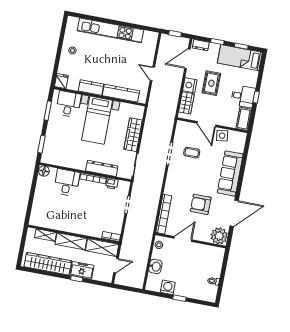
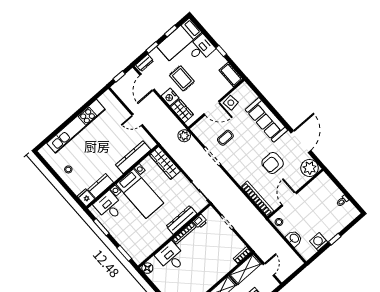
kitchen counter: (91, 87) -> (101, 186), moved
desk: (243, 96) -> (201, 48), moved
plant: (168, 120) -> (184, 136), added
wardrobe: (133, 135) -> (165, 163), moved

